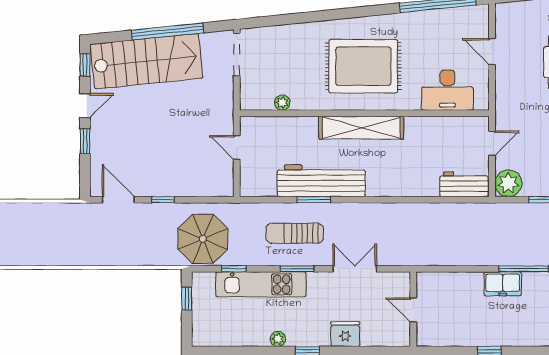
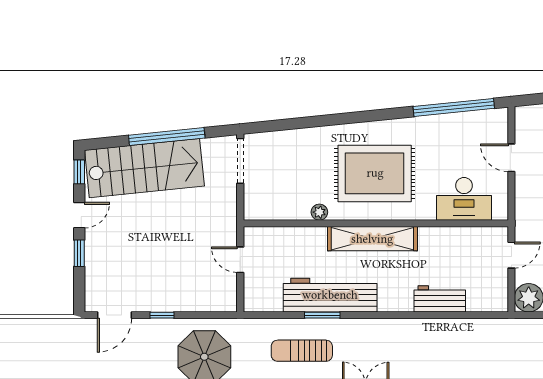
plant: (282, 103) -> (319, 212), moved
workbench: (464, 184) -> (440, 299), moved
door: (118, 200) -> (114, 315), swing flipped

